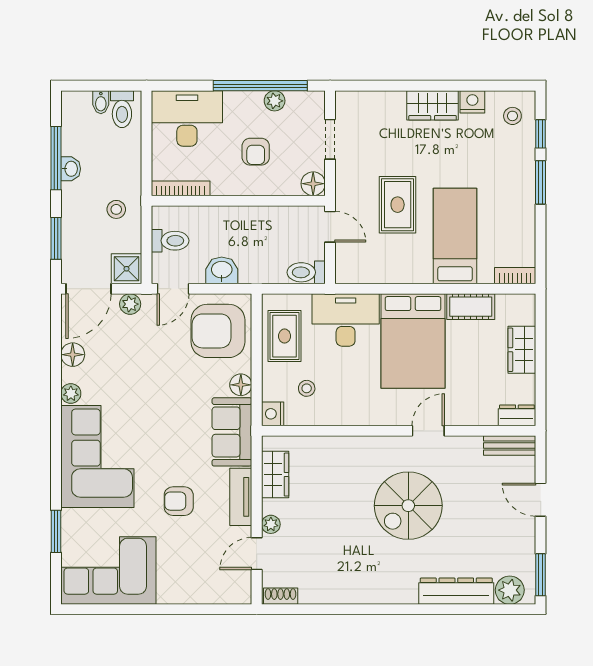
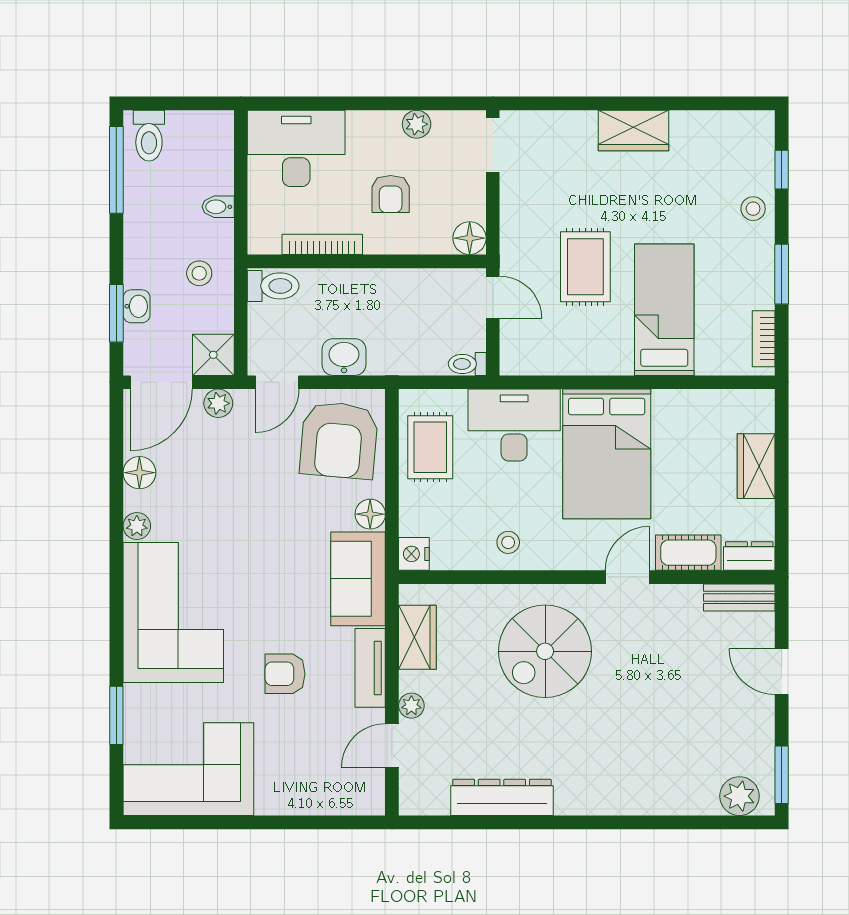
window: (260, 86) -> (397, 103), removed
bidet: (101, 102) -> (218, 207), moved, turned 90
nightstand: (472, 102) -> (688, 126), removed
toilet: (122, 109) -> (149, 136), moved
stool: (512, 116) -> (753, 209), moved
doorway: (330, 139) -> (493, 145), moved
window: (56, 158) -> (116, 170), moved
washbasin: (71, 169) -> (137, 306), moved
window: (541, 182) -> (782, 274), moved
bookcase: (181, 188) -> (322, 244), moved
toilet: (170, 241) -> (273, 286), moved
toilet: (306, 272) -> (467, 364), width x0.73, depth x0.72
bookcase: (515, 276) -> (764, 339), moved, turned -90
cot: (471, 307) -> (688, 553), moved
armchair: (218, 331) -> (339, 440), turned -85
stool: (307, 388) -> (508, 542), moved
spiral stairs: (408, 506) -> (545, 651), moved
dresser: (456, 591) -> (502, 797), moved
shoe rack: (281, 596) -> (425, 804), removed

